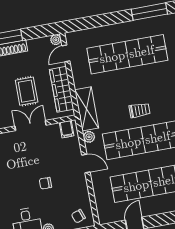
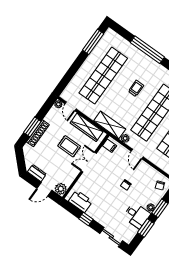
trolley: (139, 110) -> (136, 88), moved
door: (86, 164) -> (137, 154), swing flipped

